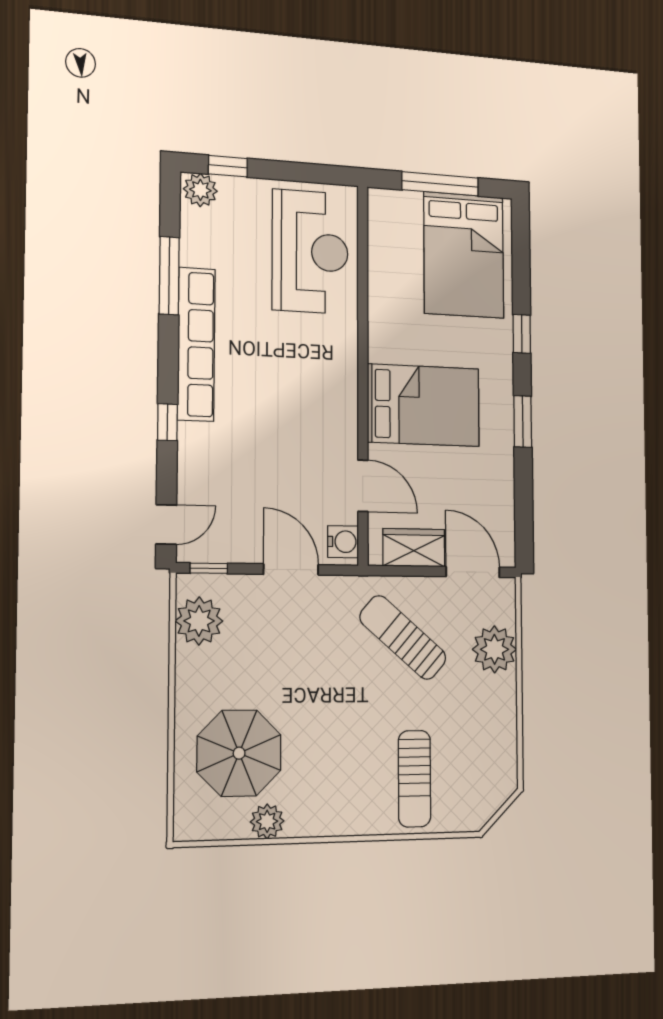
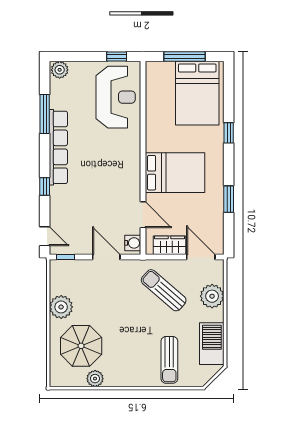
window: (228, 166) -> (117, 57), moved
window: (523, 421) -> (229, 199), moved
door: (166, 525) -> (45, 236), hinge flipped
plant: (199, 621) -> (61, 307), moved
barbecue: (495, 744) -> (212, 344), added

